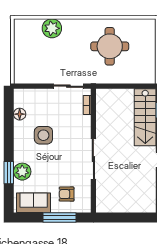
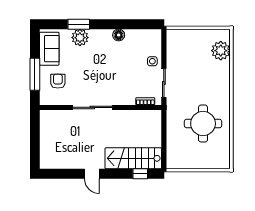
plant: (52, 28) -> (221, 51), moved
floor lamp: (20, 114) -> (119, 35), moved
side table: (43, 135) -> (152, 61), moved, width x0.54, depth x0.54

